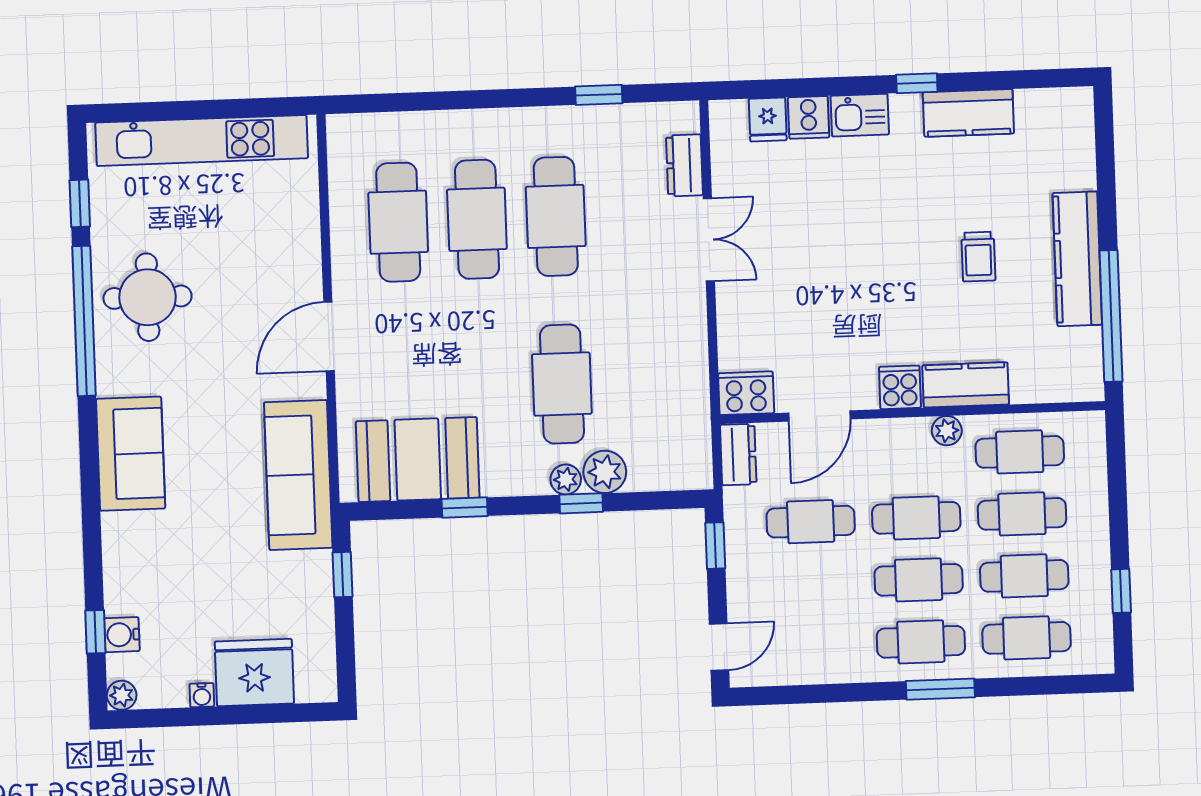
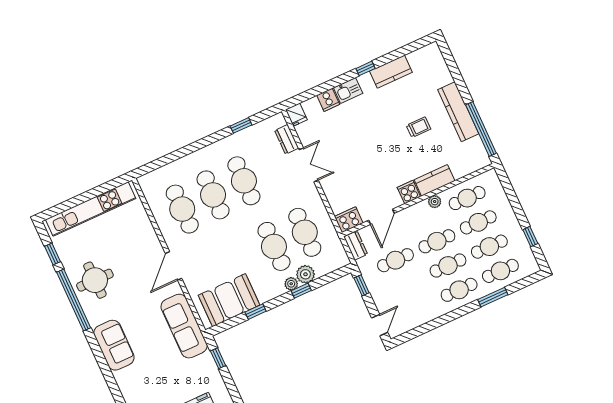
fridge: (768, 120) -> (296, 115), moved
trolley: (978, 257) -> (419, 127), turned -90
cafe table: (641, 381) -> (305, 232), added
window: (940, 689) -> (493, 297), moved

